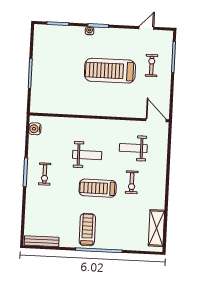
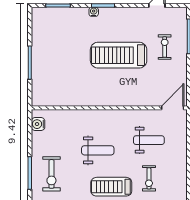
door: (156, 120) -> (173, 108), hinge flipped
weight bench: (133, 148) -> (149, 140), turned 180
exercise bike: (45, 174) -> (51, 174), width x1.38, depth x1.39

